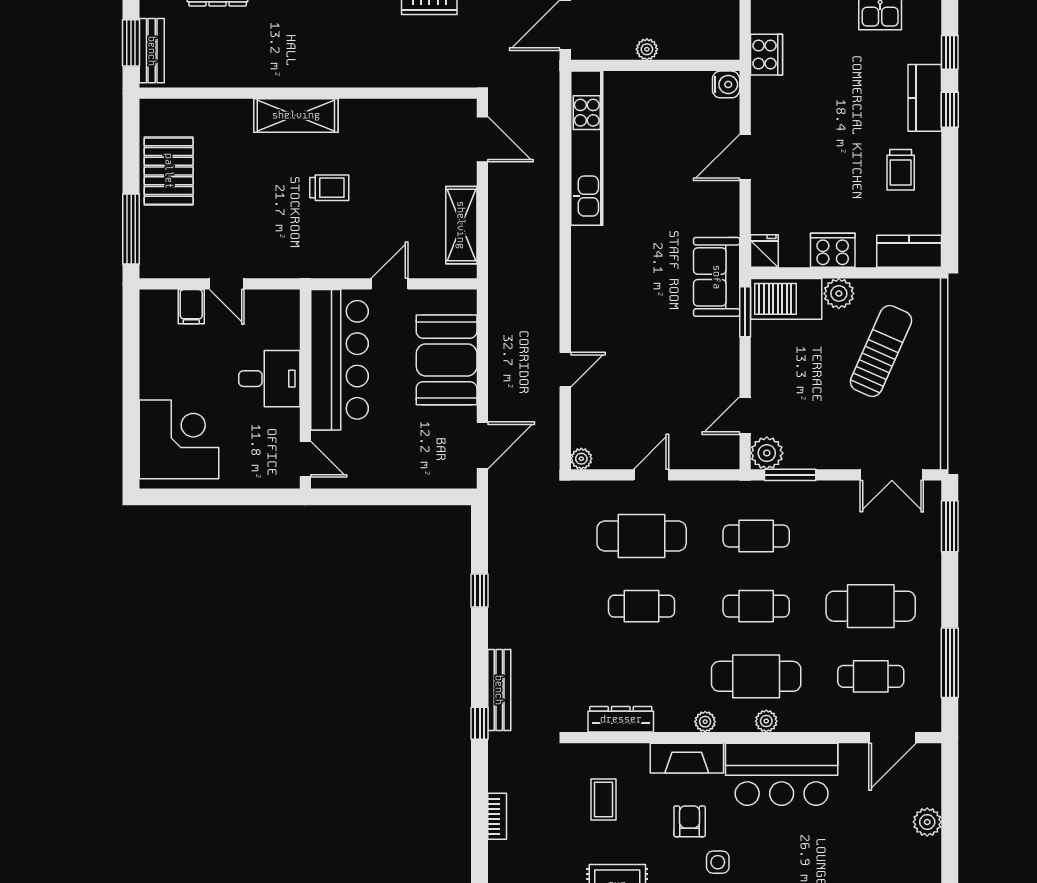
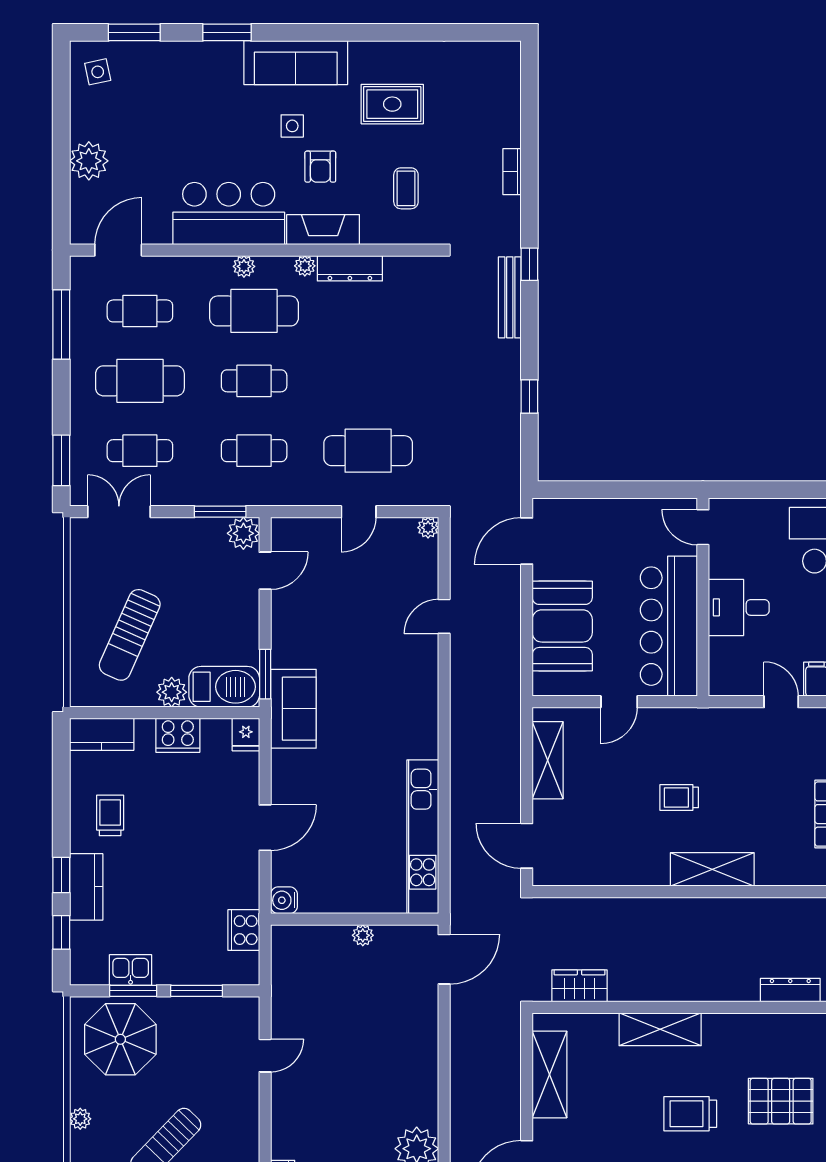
cafe table: (642, 606) -> (140, 451), moved
dresser: (621, 719) -> (350, 268), moved
plant: (927, 822) -> (89, 161), width x1.36, depth x1.36

